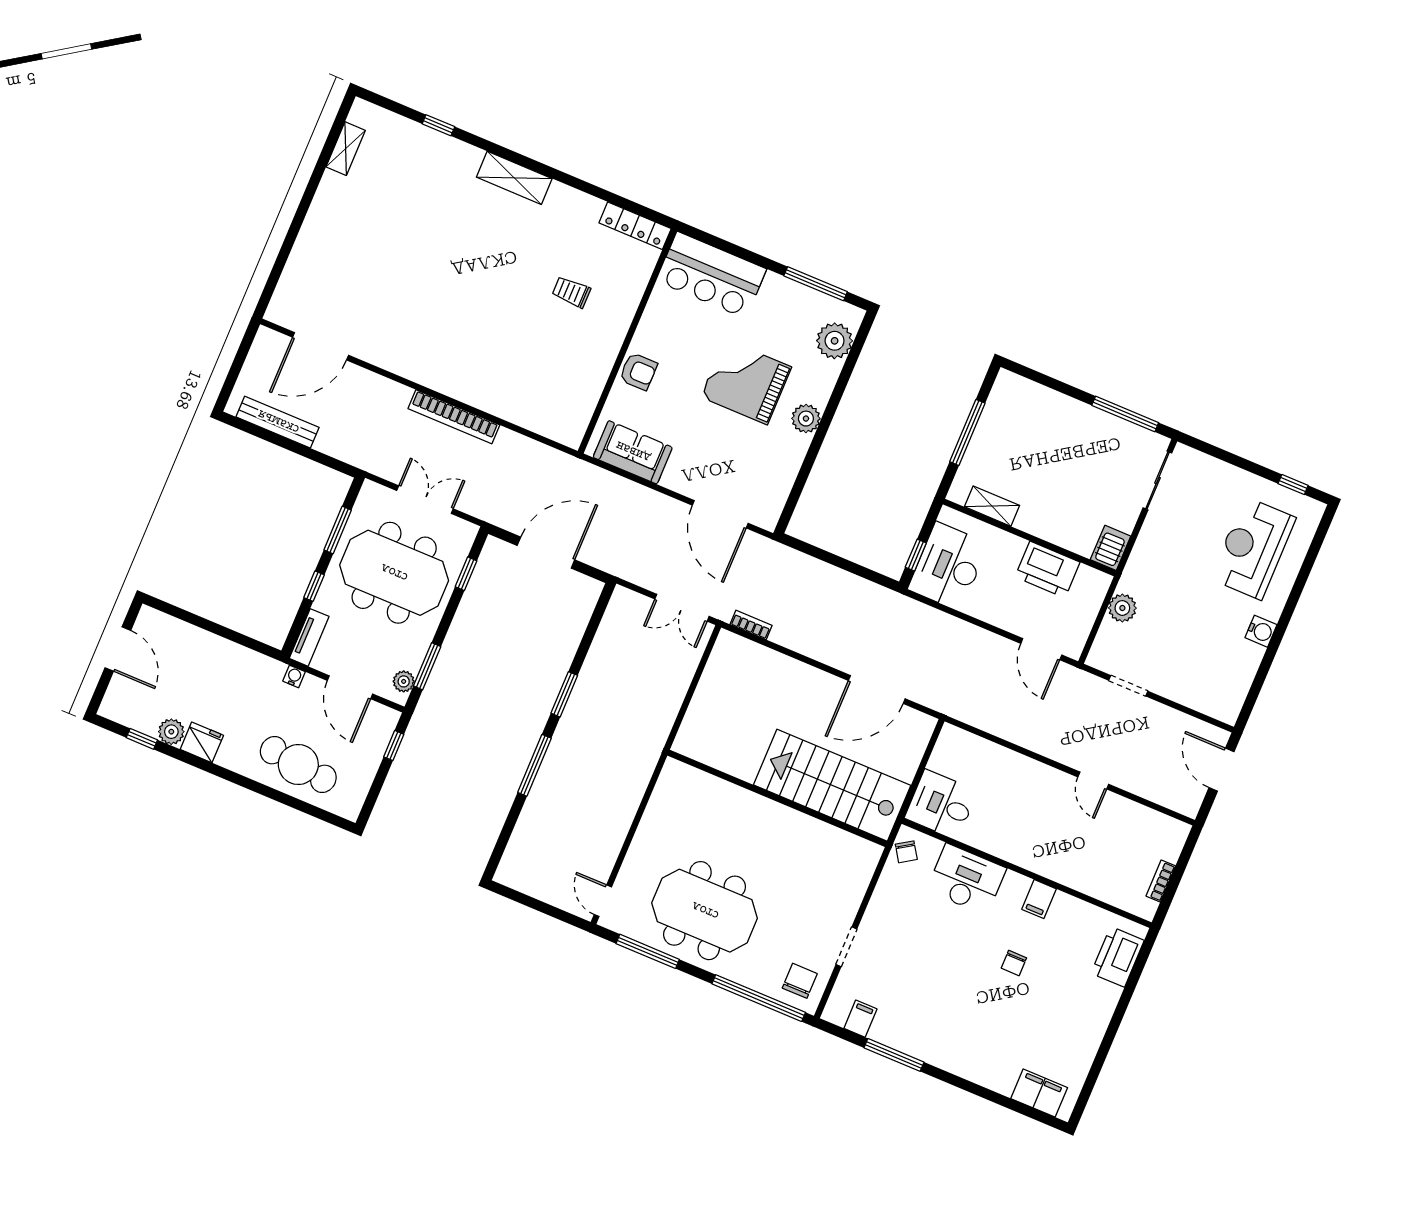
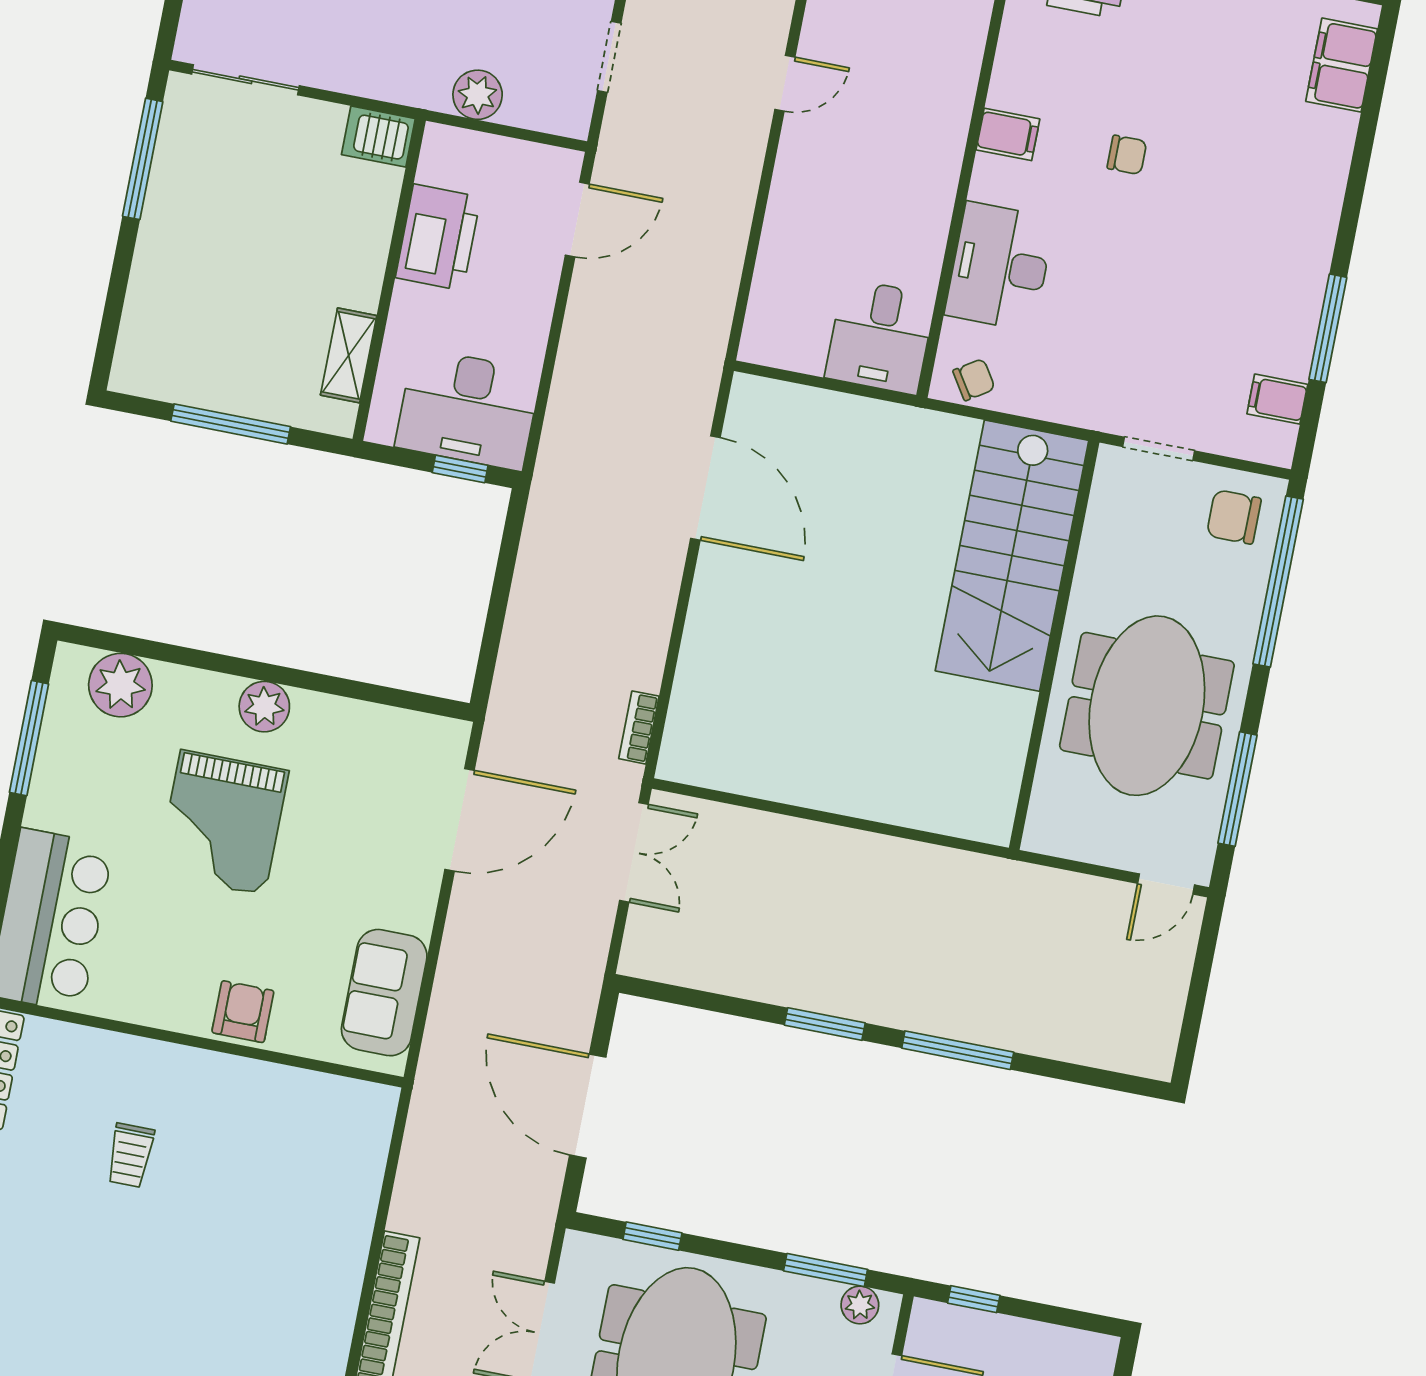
stairs: (832, 785) -> (1012, 556), moved
wall: (777, 798) -> (1054, 645), moved

